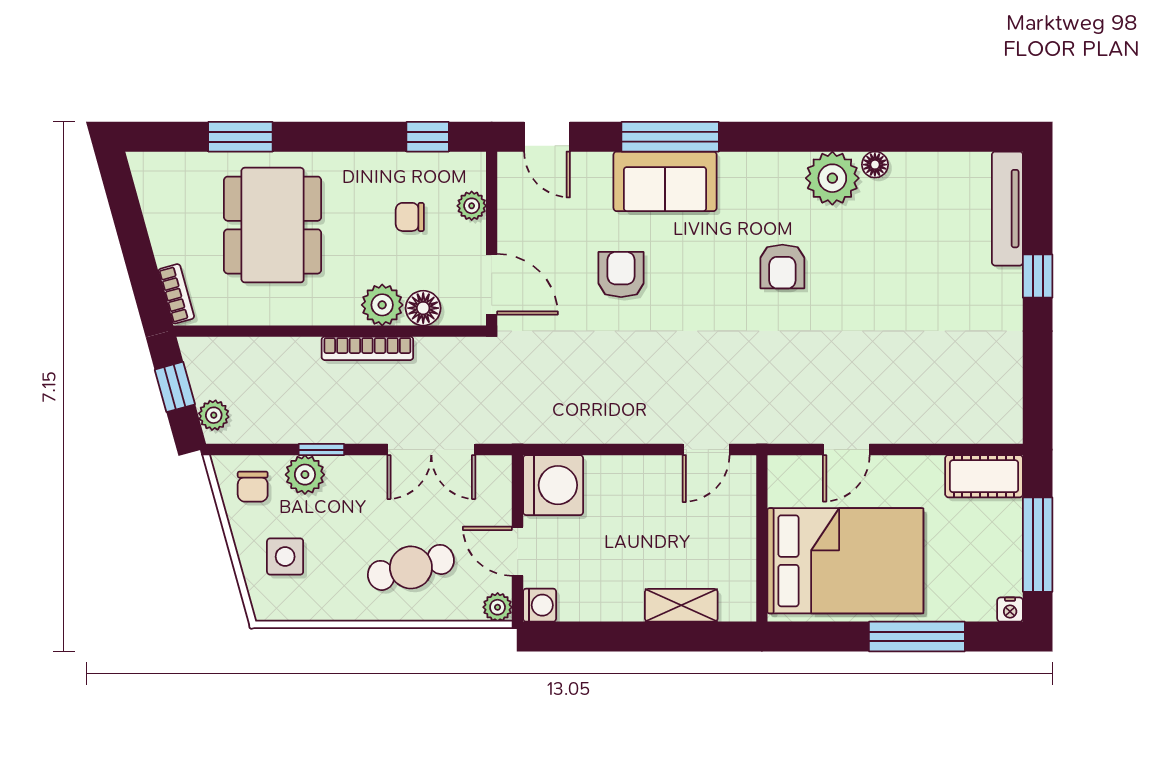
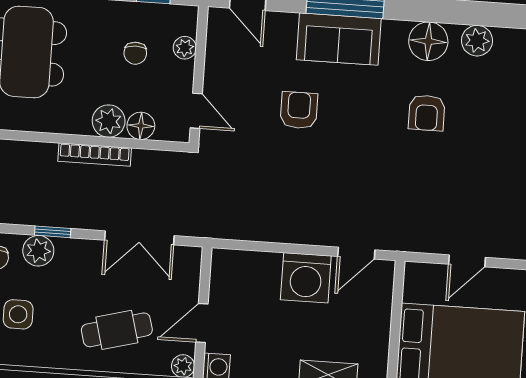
floor lamp: (875, 165) -> (428, 41), moved, width x1.89, depth x1.89
plant: (832, 178) -> (477, 41), width x0.73, depth x0.73
chair: (410, 217) -> (135, 53), turned -90
door: (492, 284) -> (196, 111), width x0.73
washing machine: (553, 485) -> (306, 278), moved, turned 90
door: (518, 551) -> (202, 323), hinge flipped

